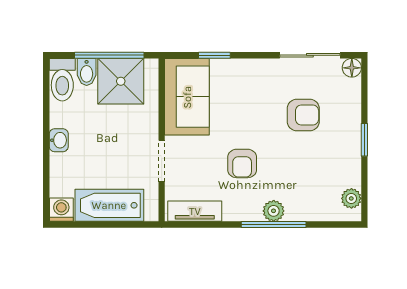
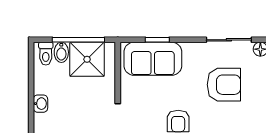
toilet: (62, 80) -> (46, 54), width x0.73, depth x0.72
sofa: (187, 97) -> (153, 59), moved, turned 90
armchair: (303, 115) -> (224, 85), width x1.38, depth x1.38

